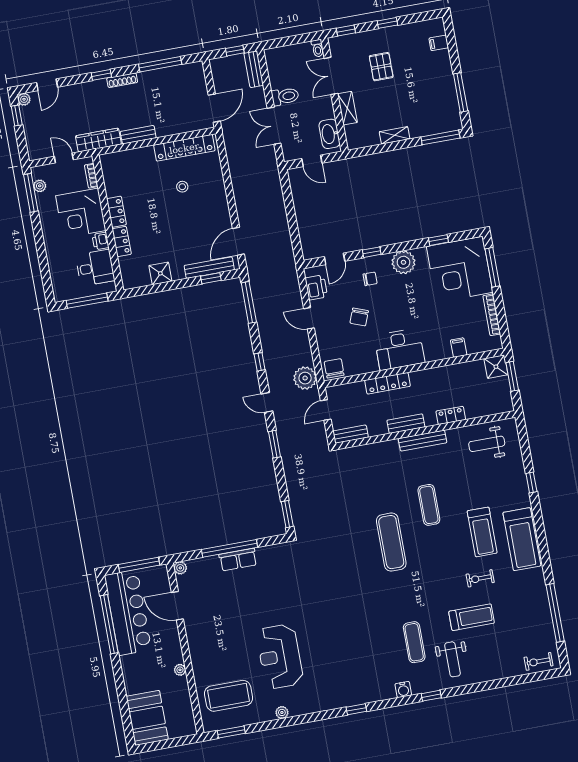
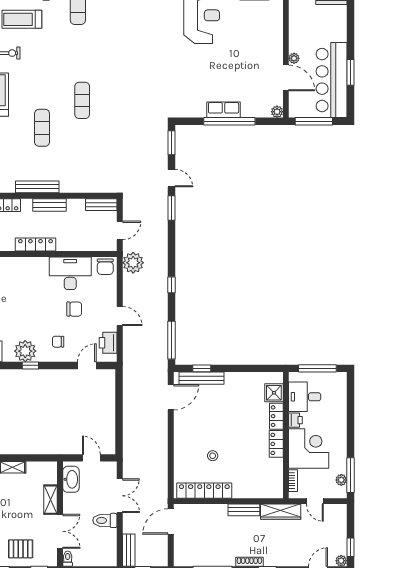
pallet: (381, 67) -> (21, 549), moved, turned 90
window: (372, 252) -> (30, 365), moved
shower: (160, 273) -> (274, 393), moved
chair: (359, 317) -> (74, 309), turned 69
desk: (399, 349) -> (70, 273), moved
locker: (387, 383) -> (35, 244), moved
door: (267, 403) -> (172, 178), moved
exercise mat: (391, 542) -> (82, 100), width x0.73, depth x0.69
window: (109, 624) -> (350, 72), width x0.47
plant: (180, 670) -> (294, 58), moved

